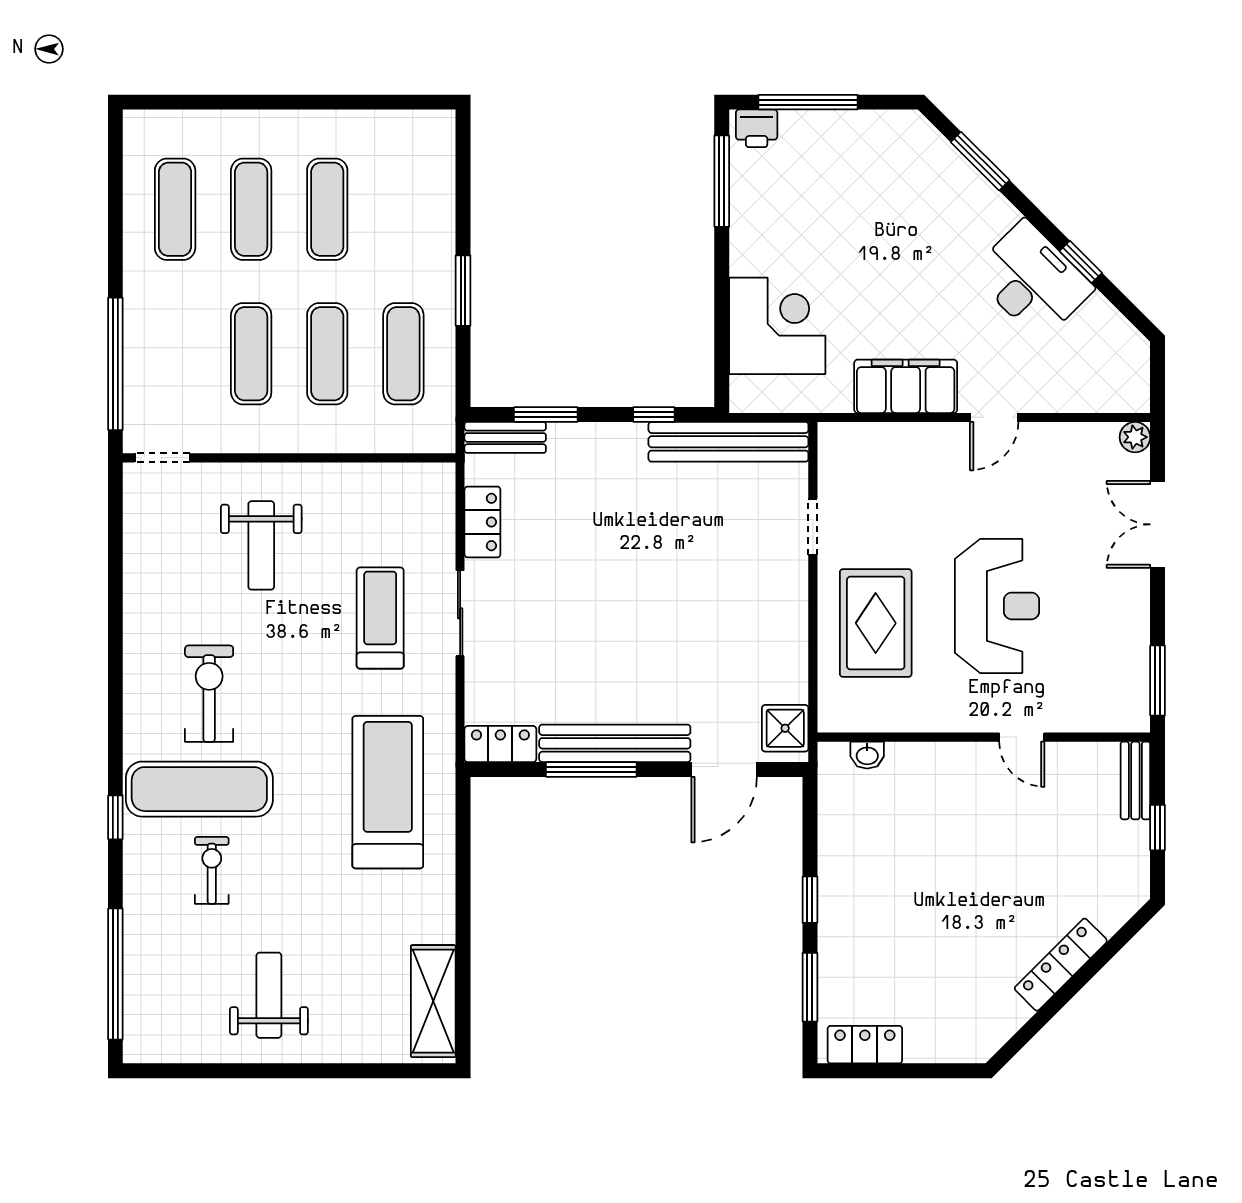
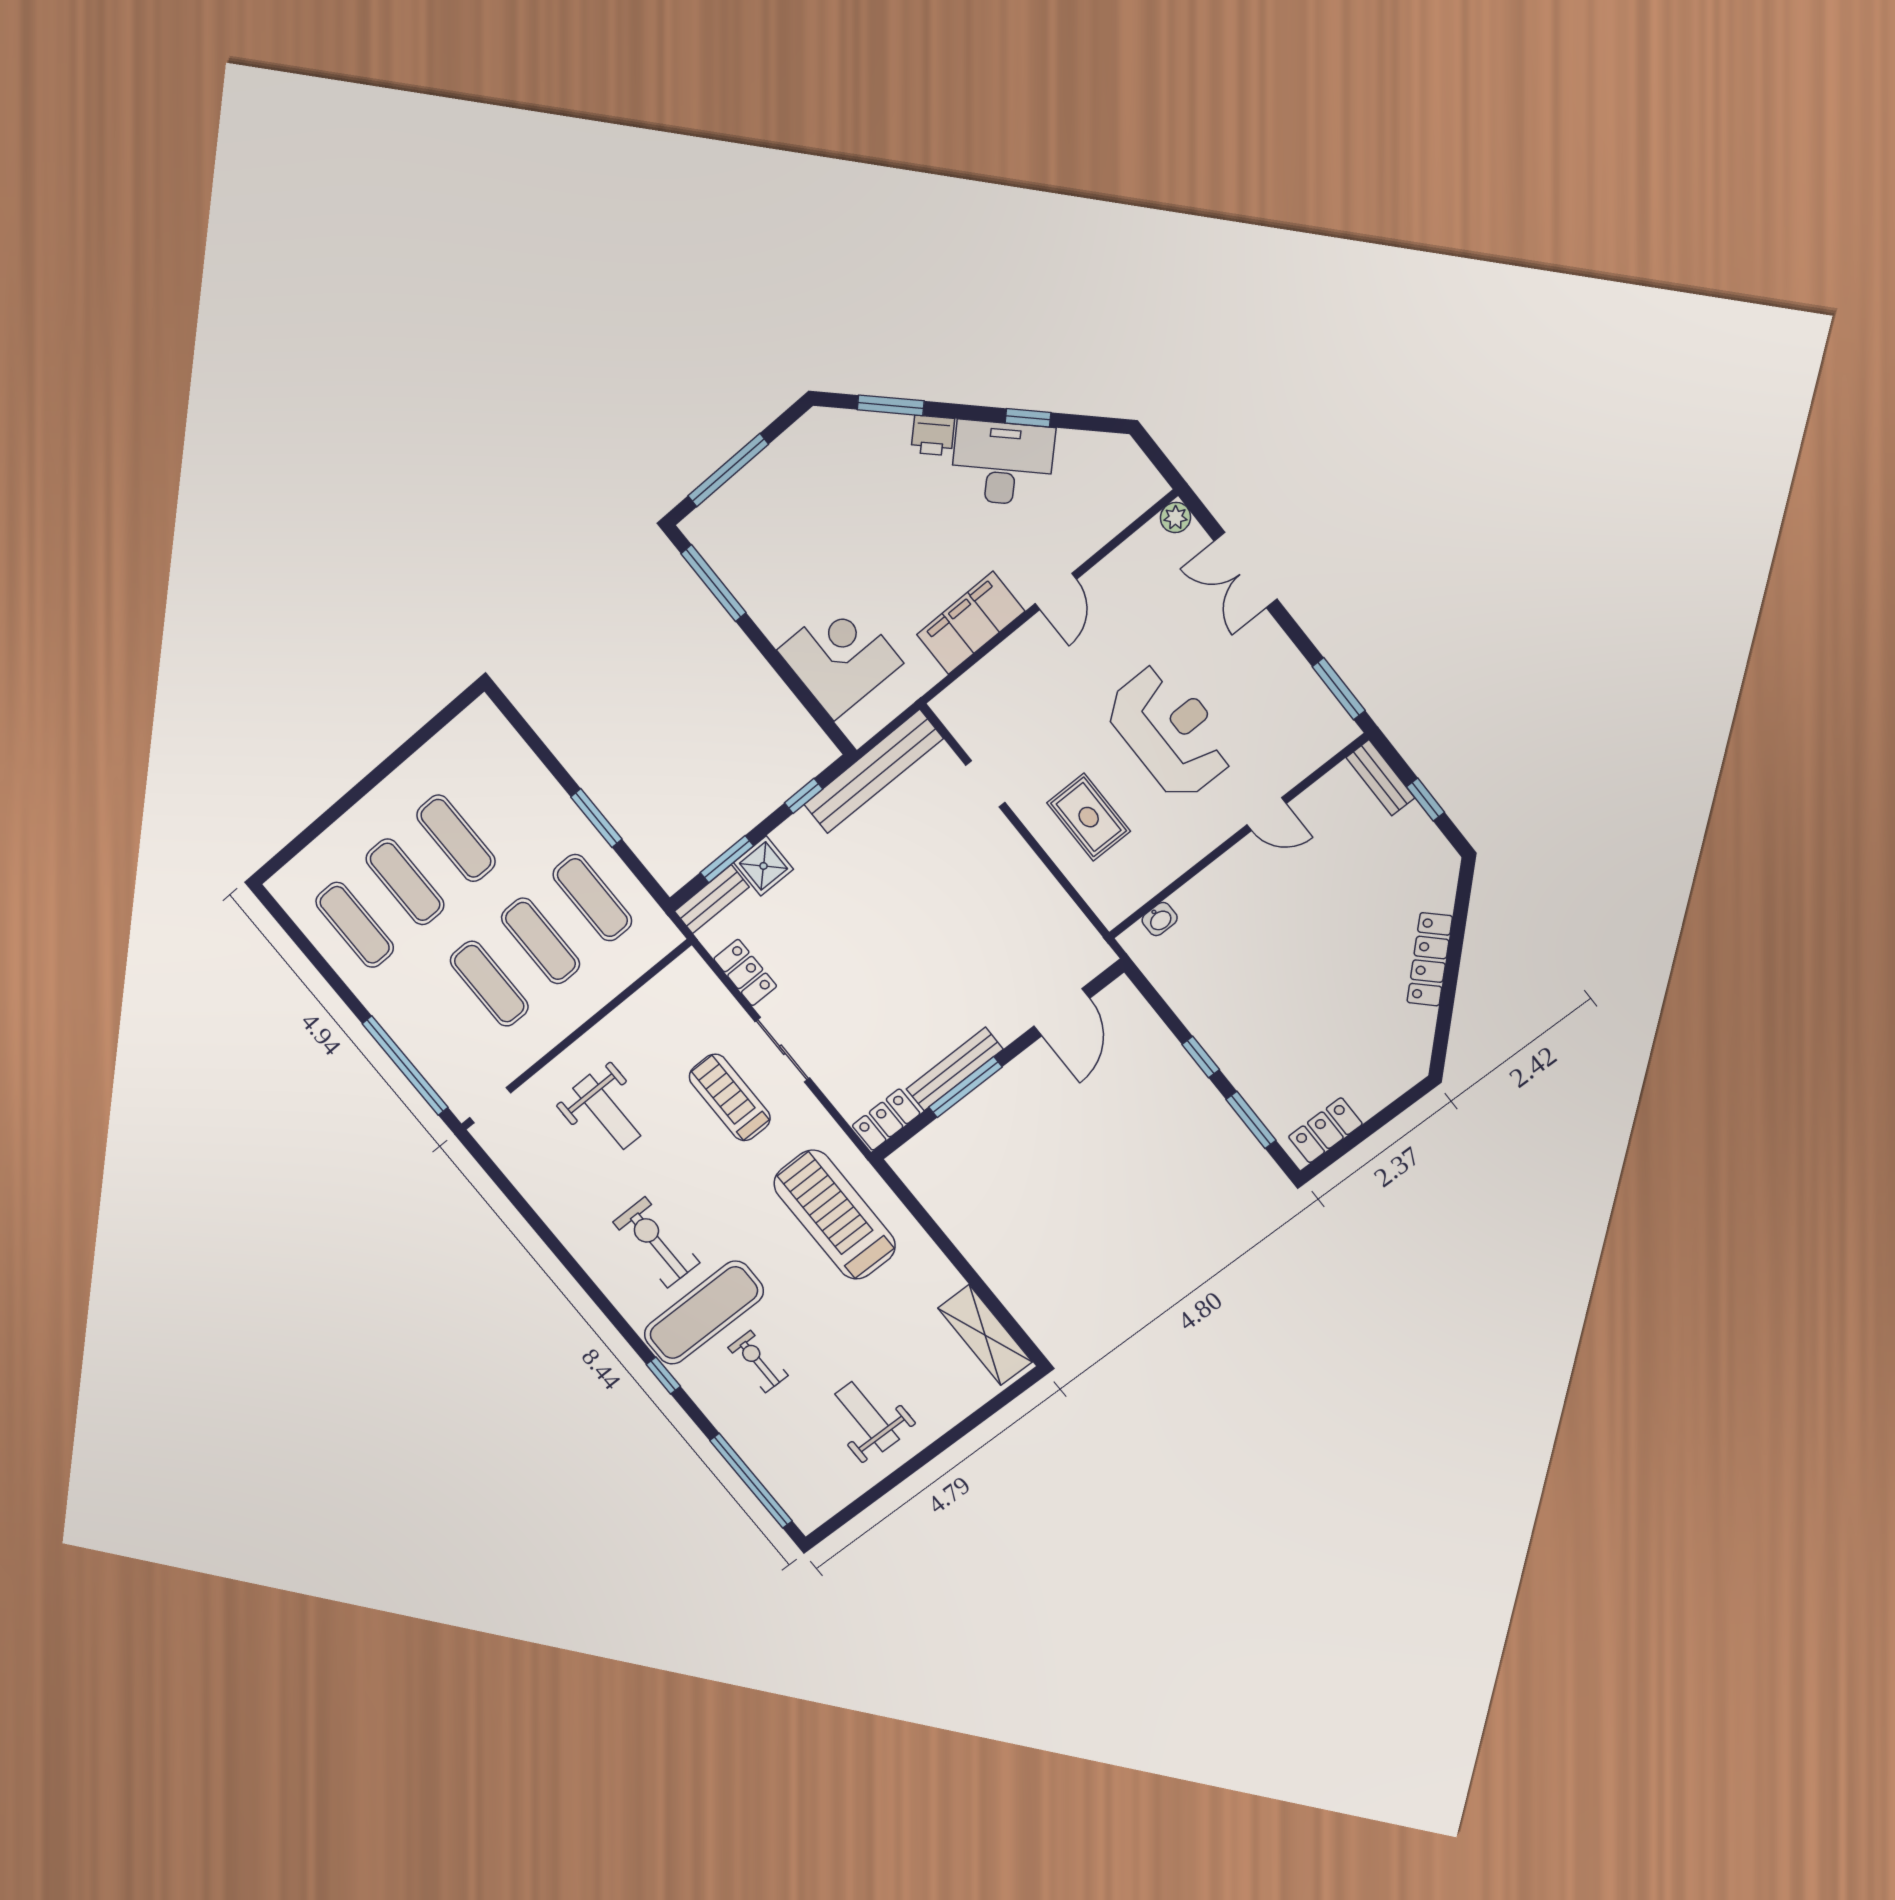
printer: (757, 128) -> (933, 435), moved, turned 45
rug: (876, 623) -> (1089, 817), width x0.73, depth x0.70
shower: (785, 728) -> (763, 866), moved
bench: (615, 743) -> (955, 1069), width x0.73, depth x0.82

